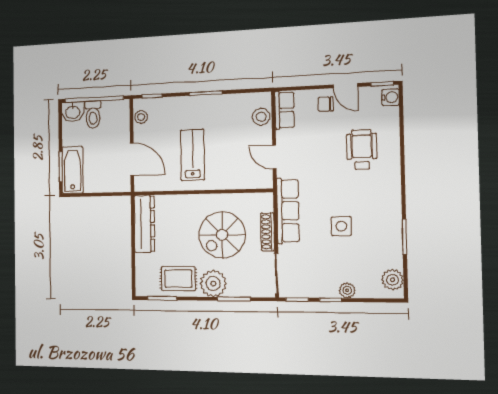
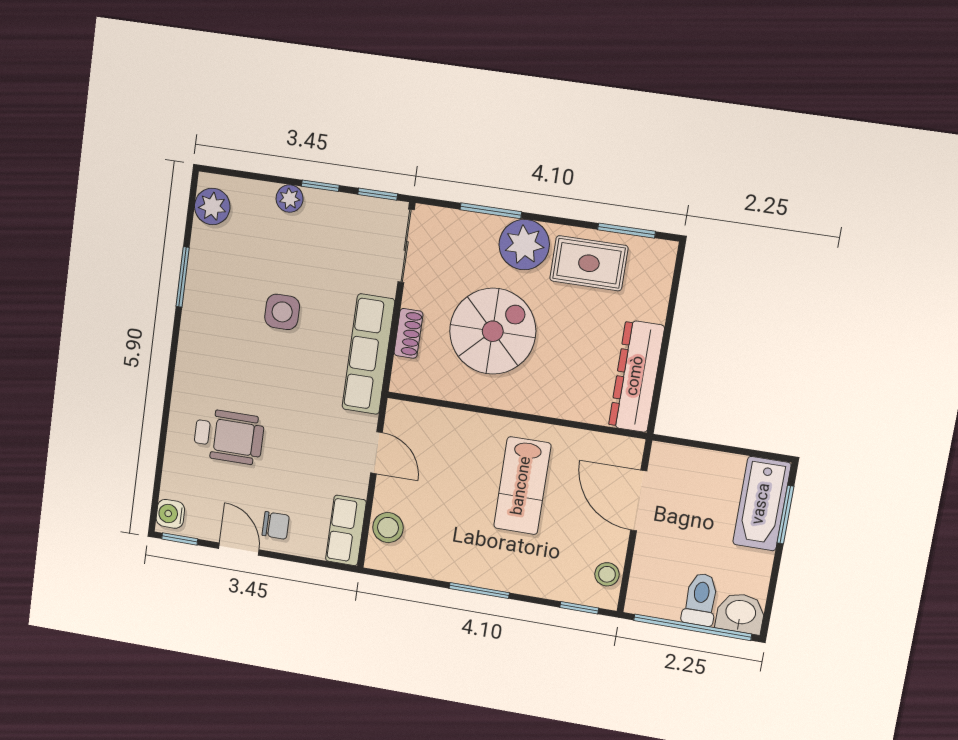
wheelchair: (362, 150) -> (229, 436), turned -90
shoe rack: (268, 232) -> (408, 333), width x0.70

